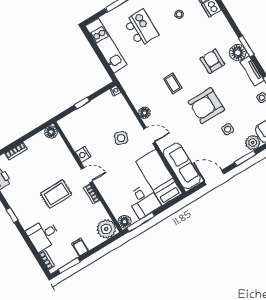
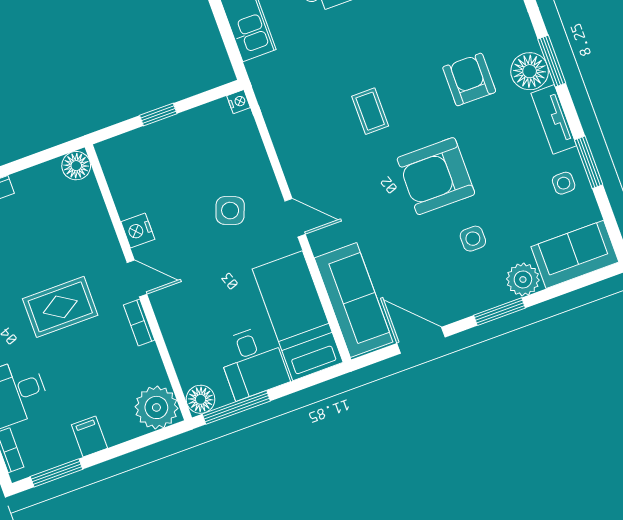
floor lamp: (145, 113) -> (294, 165), removed

